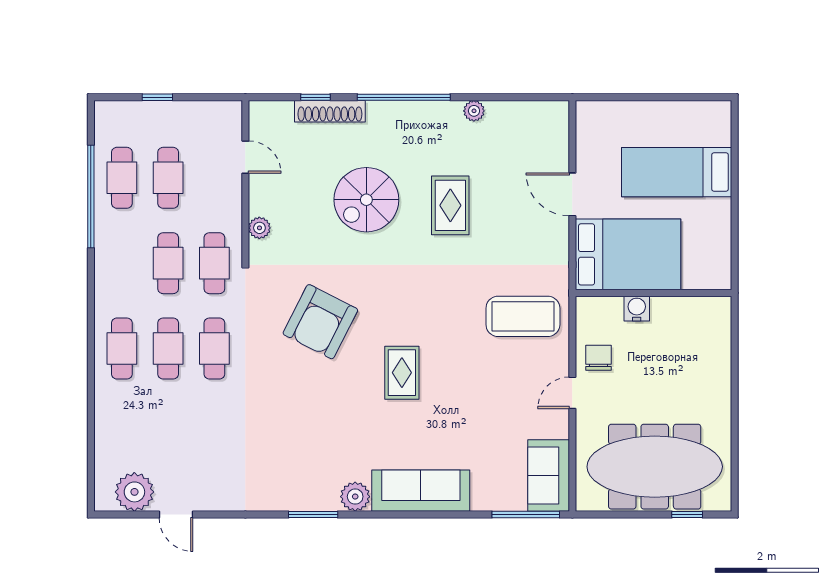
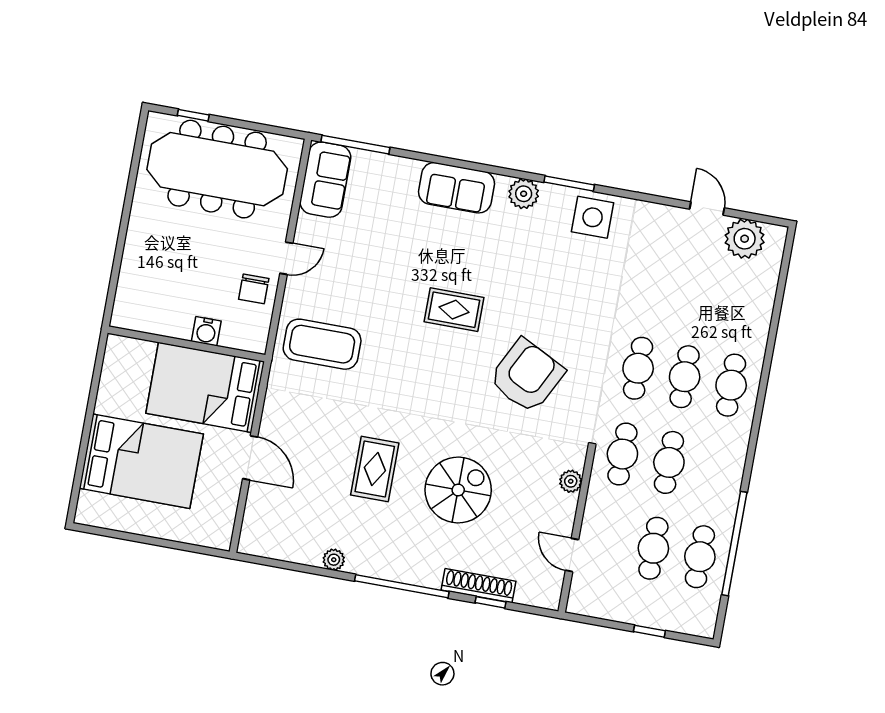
bed: (677, 172) -> (141, 461), width x1.50
rug: (402, 373) -> (454, 310), turned 90
side table: (285, 486) -> (593, 217), added
sofa: (421, 491) -> (456, 188), width x0.73

